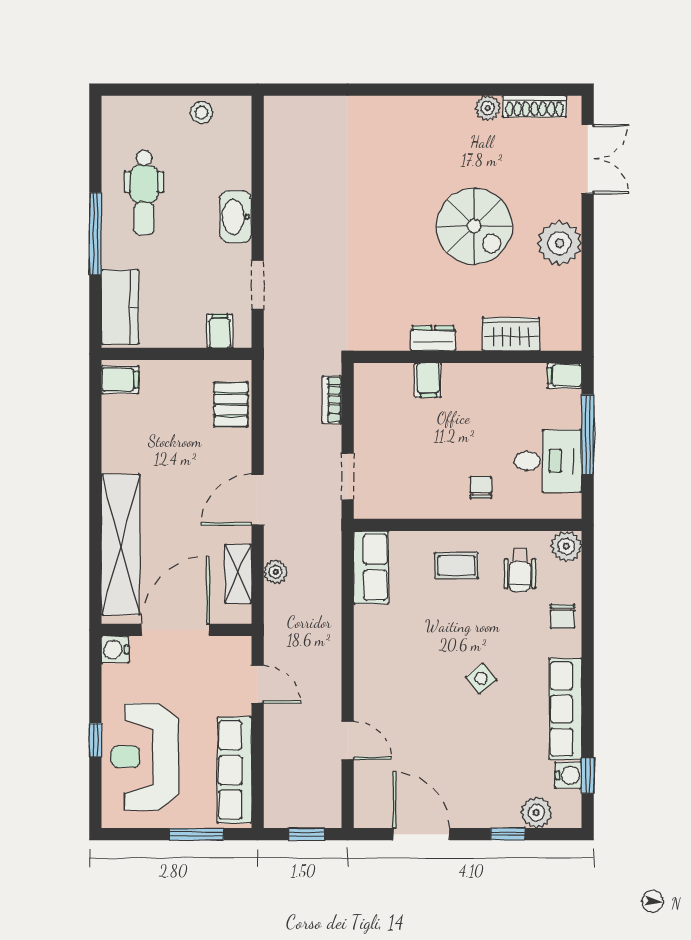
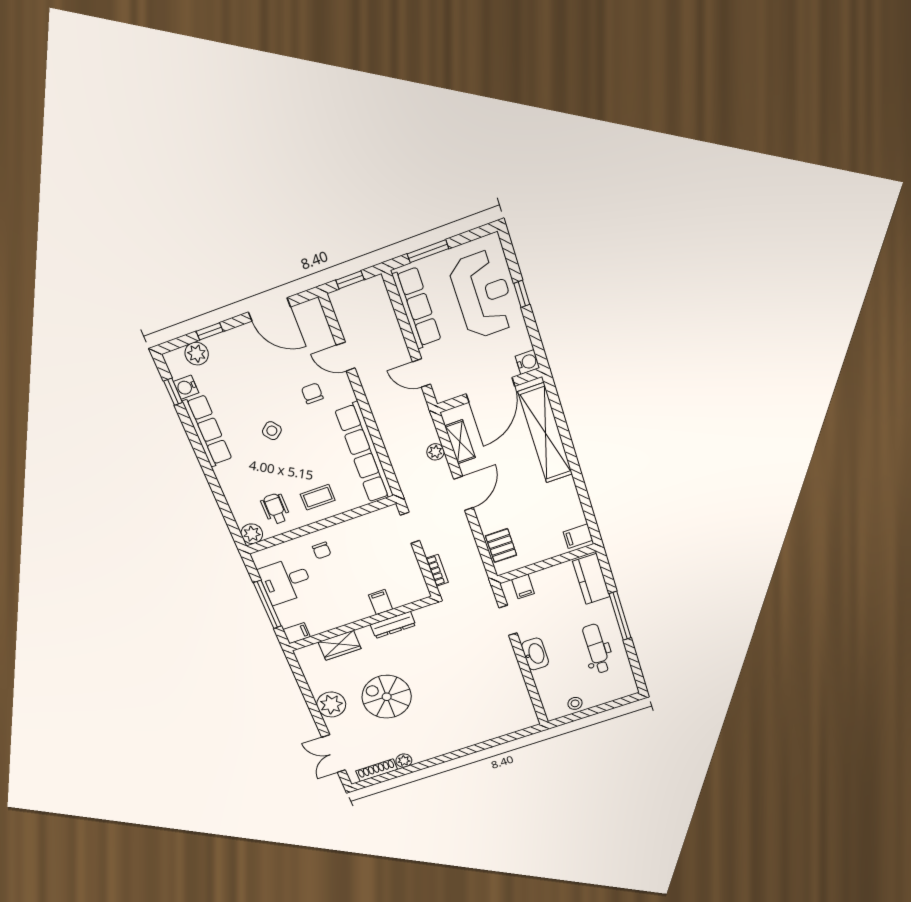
dresser: (433, 338) -> (393, 625), width x1.44
row of seats: (371, 567) -> (364, 453), width x2.02
chair: (563, 616) -> (312, 393), moved

